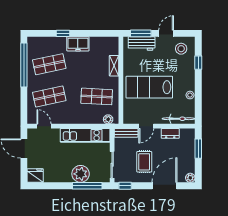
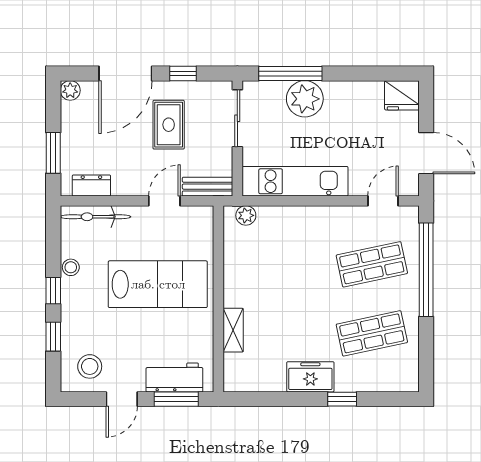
window: (24, 65) -> (426, 270), moved
window: (198, 84) -> (53, 291), added
shop shelf: (97, 96) -> (270, 264), removed
door: (44, 126) -> (383, 201), swing flipped
dresser: (170, 133) -> (91, 185), moved
window: (125, 186) -> (183, 73), moved

